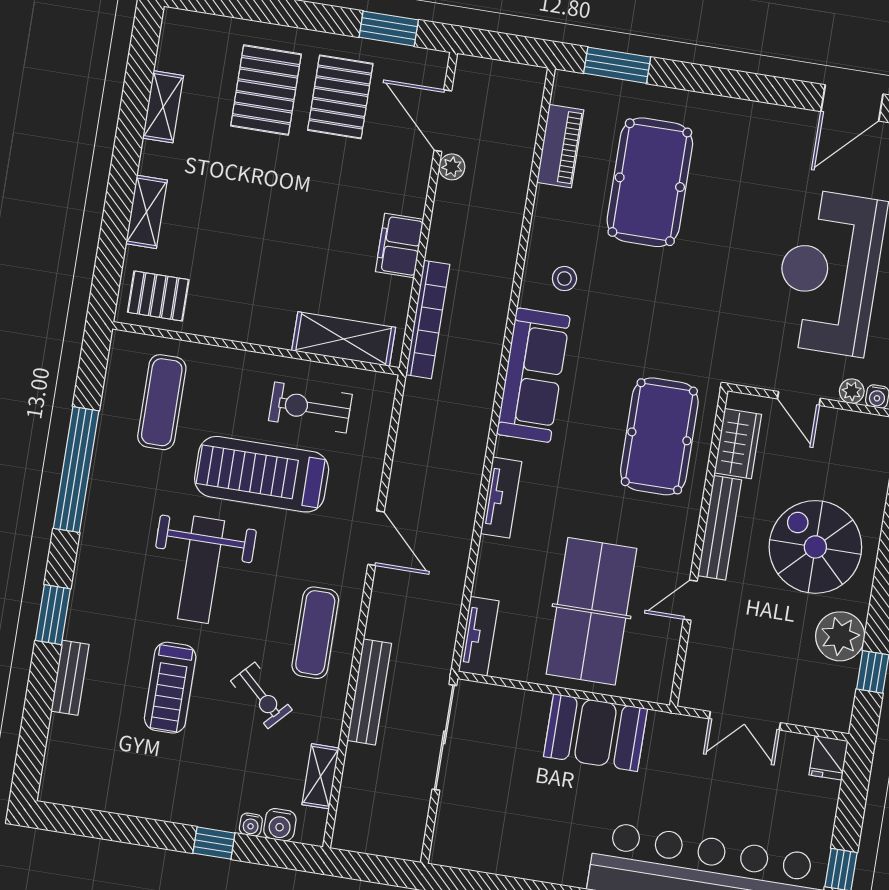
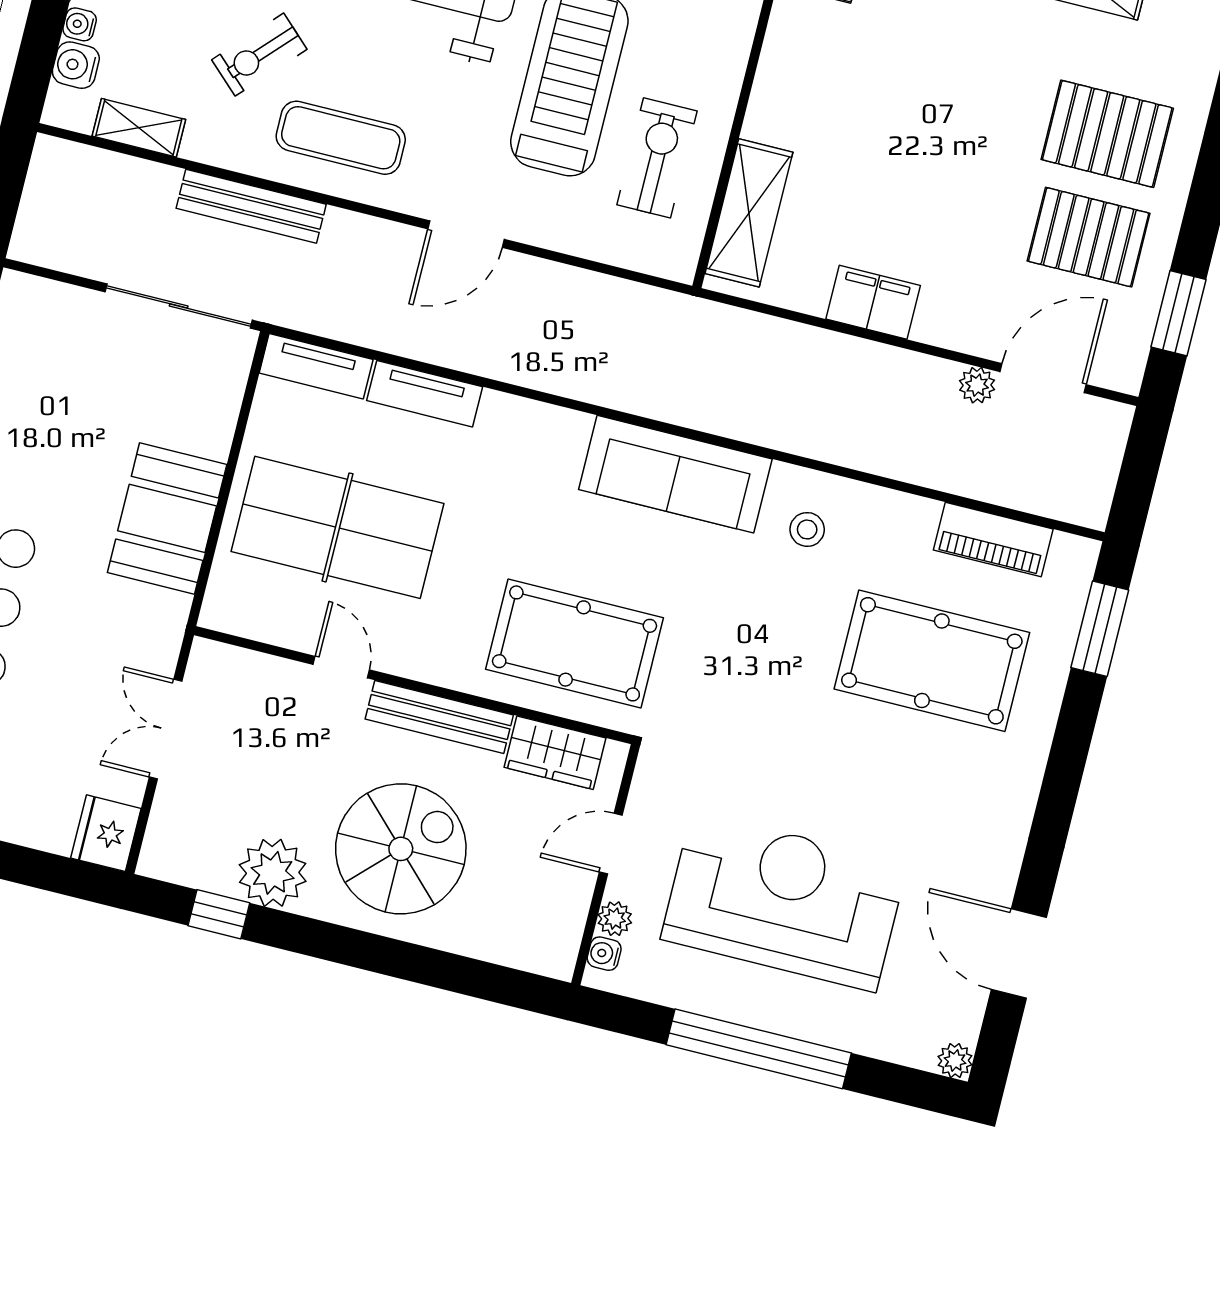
bookcase: (428, 320) -> (766, 333), removed
tv unit: (501, 498) -> (425, 394), moved
fridge: (829, 758) -> (106, 833), width x1.38

